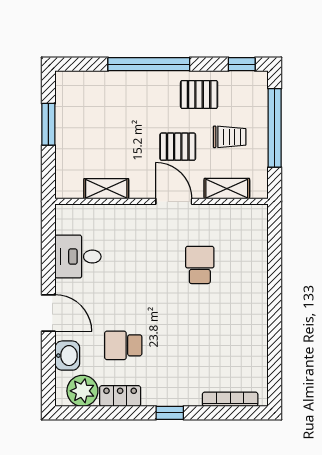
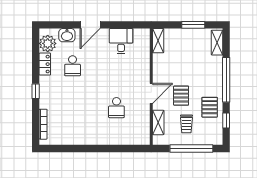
window: (242, 64) -> (226, 120), moved
shelving: (81, 81) -> (217, 43), added
shelving: (106, 189) -> (158, 41), moved
school desk: (200, 265) -> (116, 108), turned 90
school desk: (123, 345) -> (73, 66), turned 180

